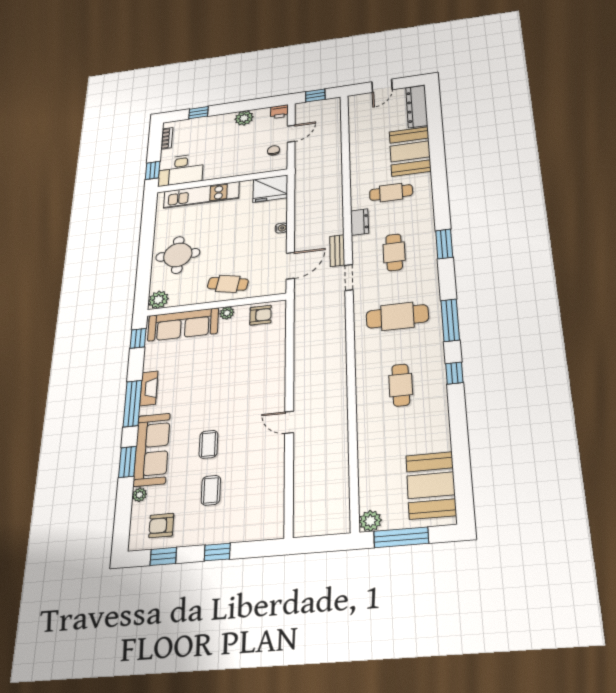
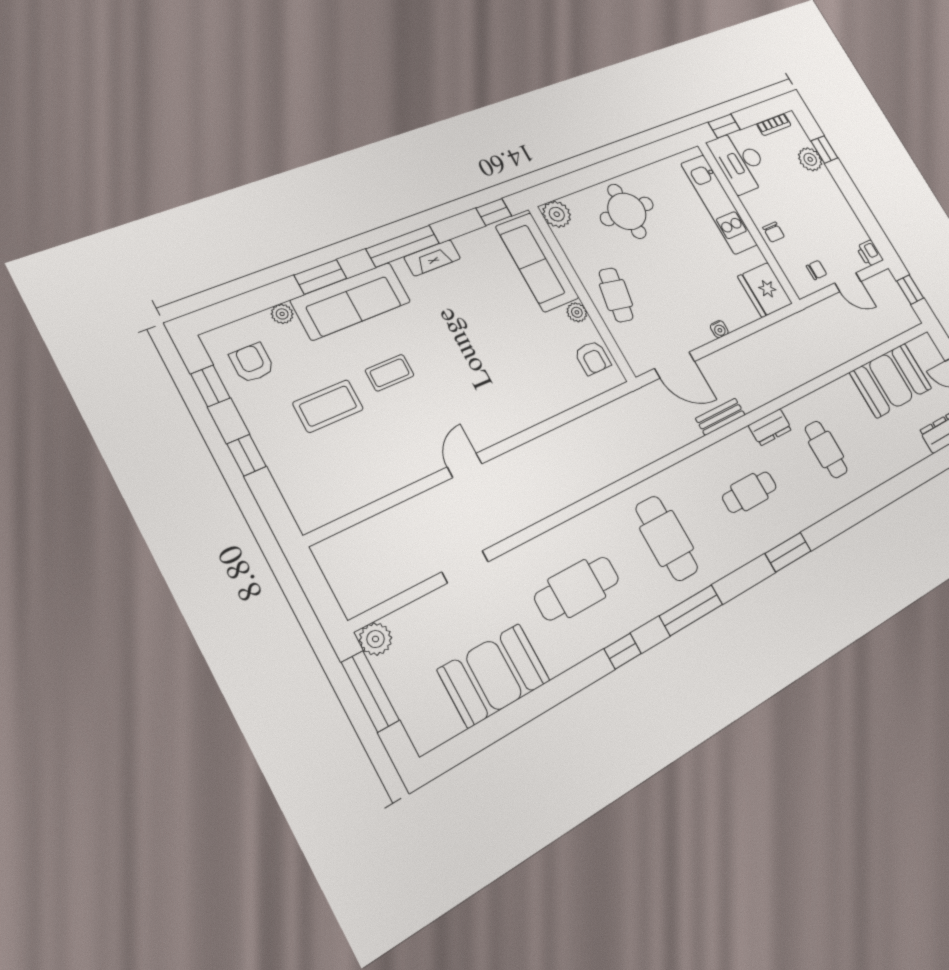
plant: (244, 118) -> (810, 159), moved
booth: (410, 151) -> (891, 380), moved
chair: (236, 168) -> (774, 232), added
doorway: (349, 277) -> (465, 567), moved
cafe table: (401, 385) -> (577, 588), width x1.37, depth x1.35
booth: (431, 485) -> (494, 675), moved
coffee table: (211, 490) -> (328, 406), width x1.36, depth x1.30

